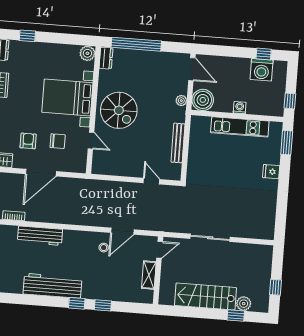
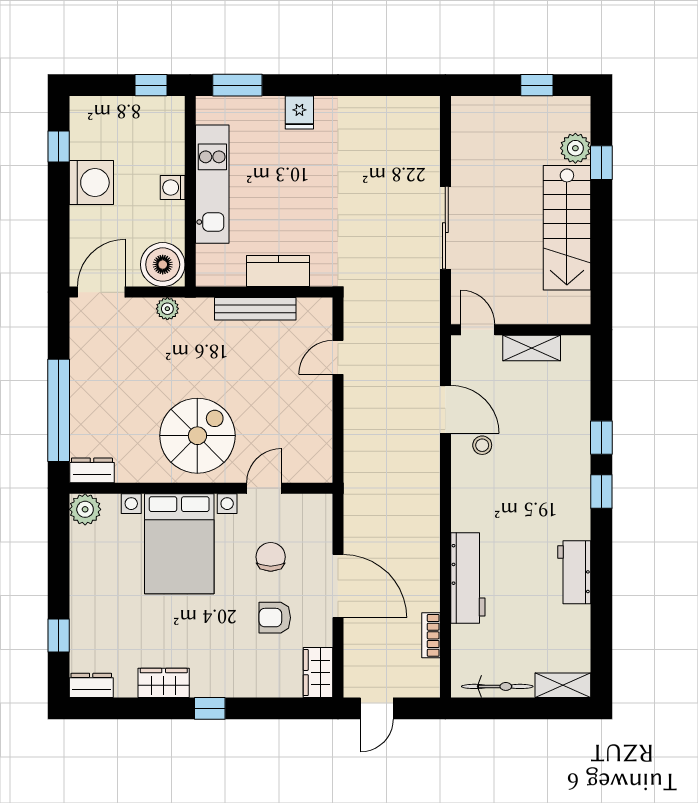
washing machine: (262, 70) -> (91, 183), moved
kitchen counter: (195, 155) -> (278, 271), added
workbench: (52, 286) -> (574, 572), width x0.53, depth x0.76

